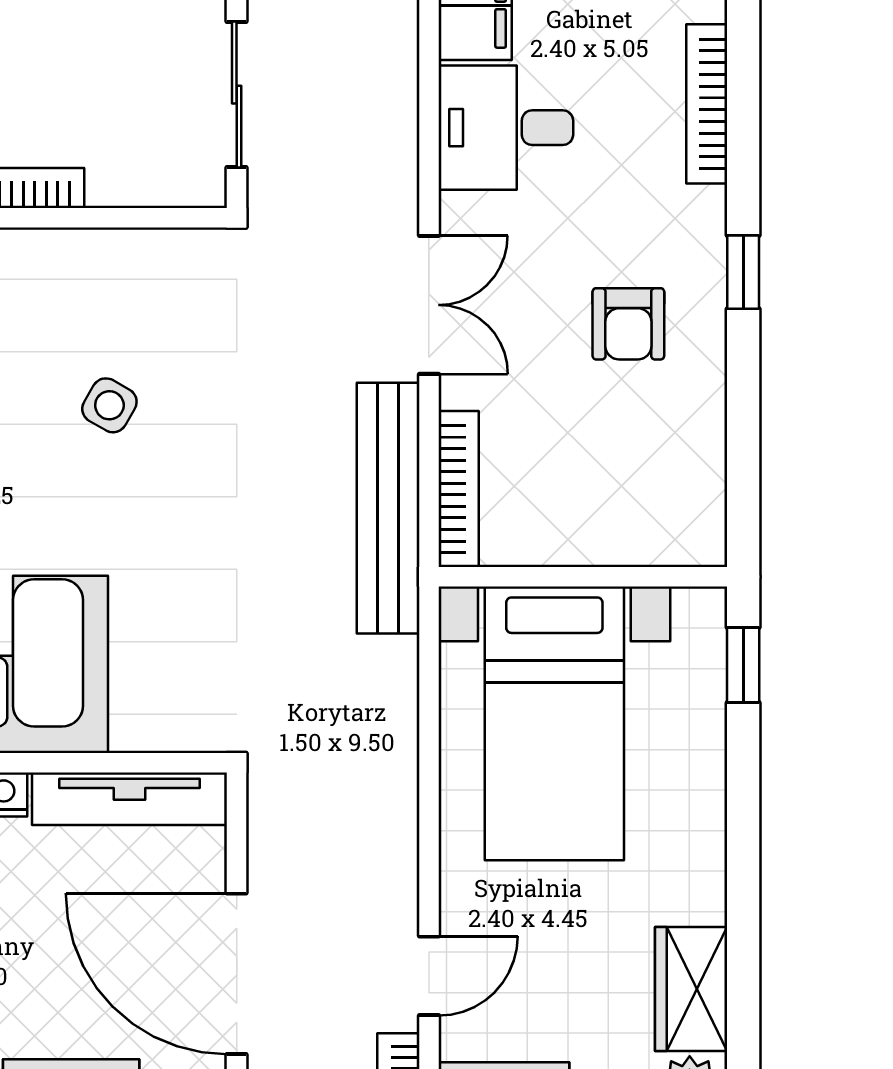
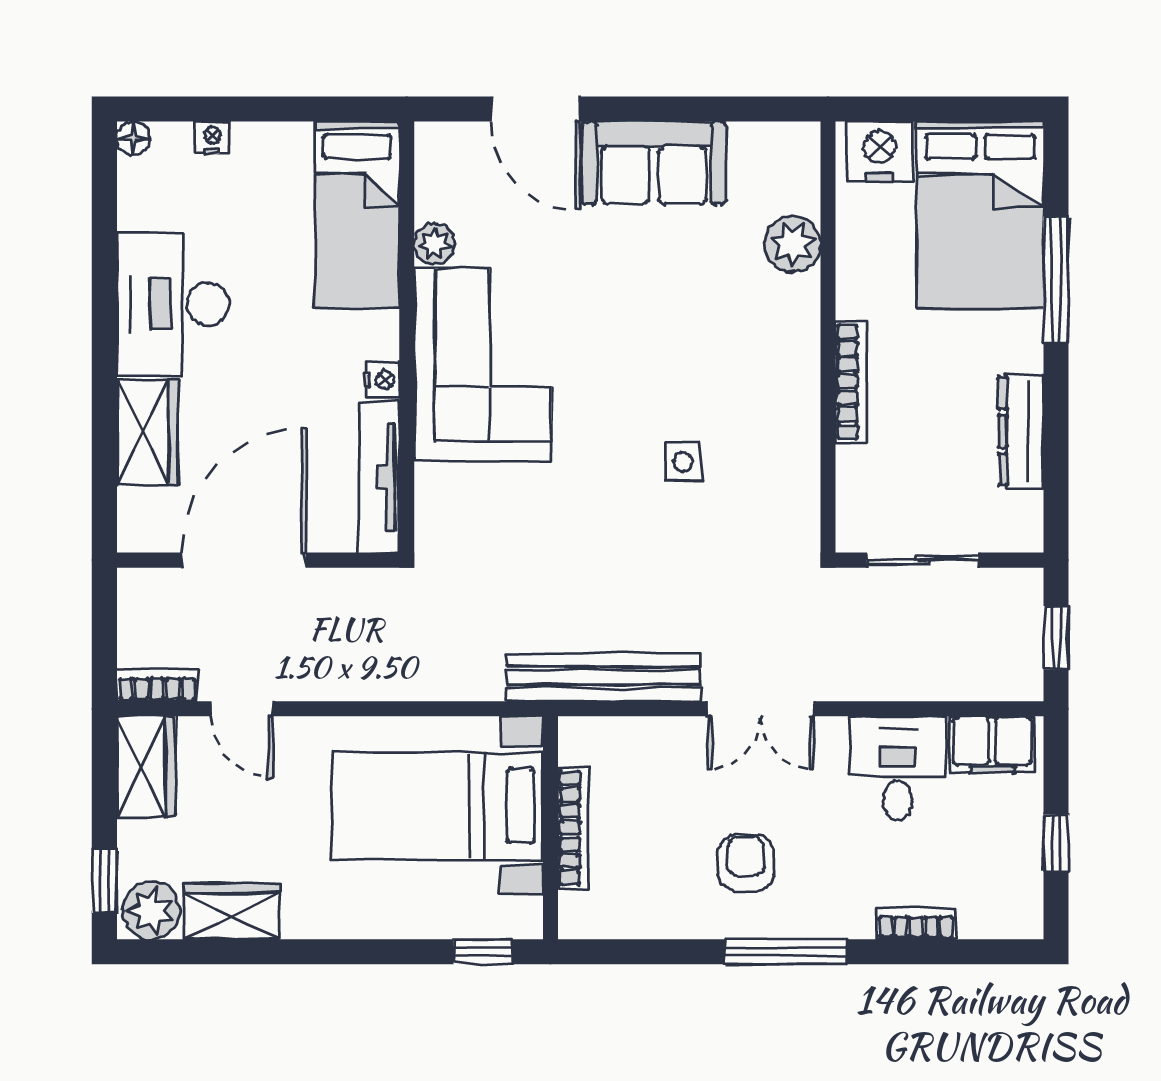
bookcase: (707, 104) -> (916, 924), width x0.64
window: (743, 272) -> (786, 952), width x2.17
armchair: (628, 324) -> (746, 863), turned 90
side table: (109, 405) -> (683, 462), turned -30
bookcase: (459, 489) -> (573, 828), moved, turned -90

